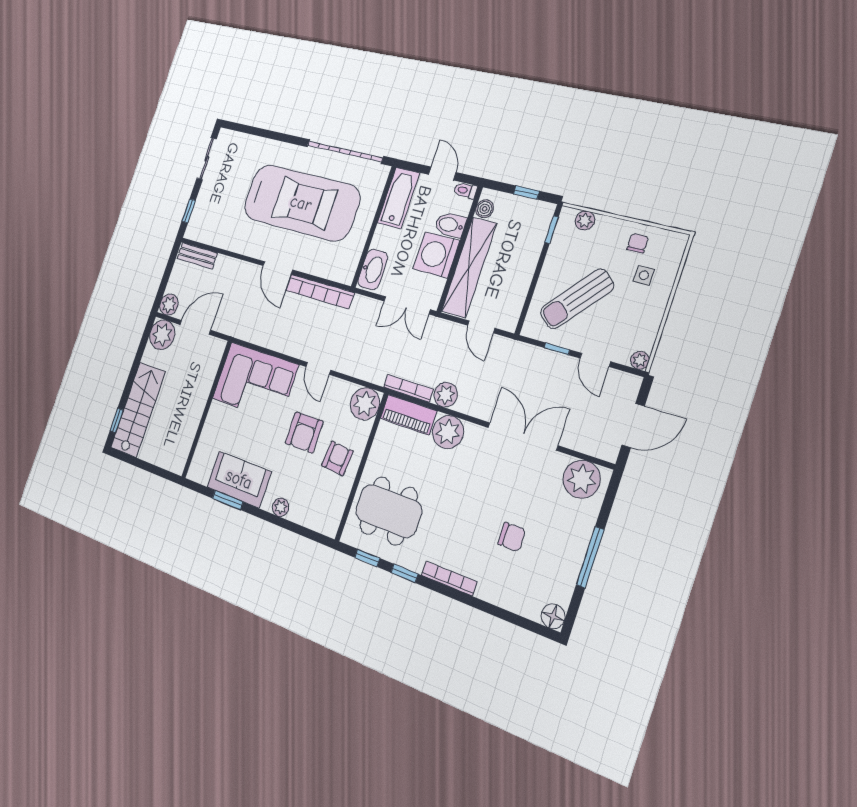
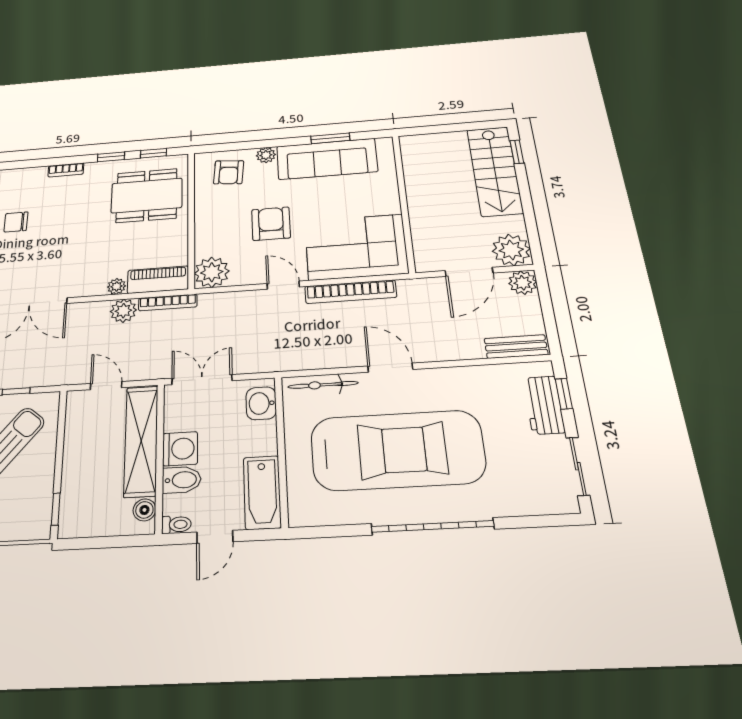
garage door: (345, 151) -> (432, 526), moved
door: (442, 173) -> (215, 537), hinge flipped
window: (526, 193) -> (98, 543), removed
car: (301, 203) -> (397, 450), turned 180
workbench: (203, 207) -> (544, 405), added
plant: (585, 221) -> (19, 530), removed
washing machine: (436, 255) -> (180, 449), width x0.73, depth x0.73
washbasin: (373, 269) -> (261, 403), width x0.72
bicycle: (326, 270) -> (323, 385), added
bookcase: (320, 292) -> (351, 292), moved, turned 180
plant: (448, 432) -> (117, 286), width x0.53, depth x0.53
armchair: (337, 458) -> (229, 172), moved
sofa: (239, 479) -> (327, 159), width x1.36
bookcase: (449, 579) -> (66, 170), width x0.64

